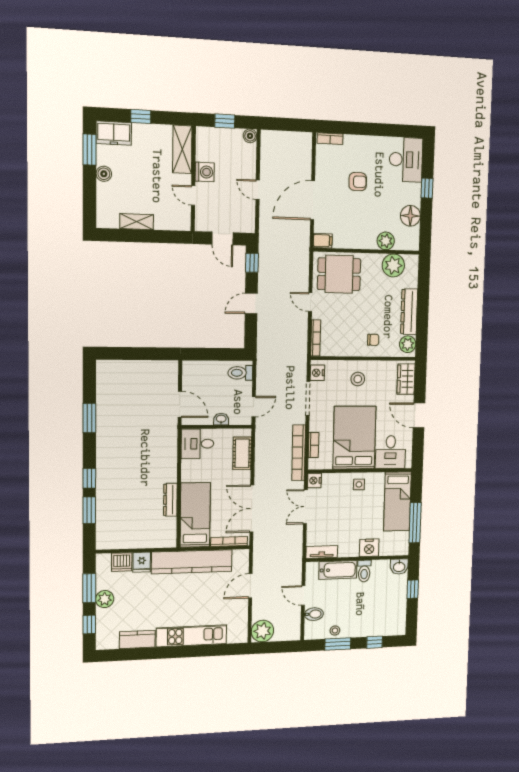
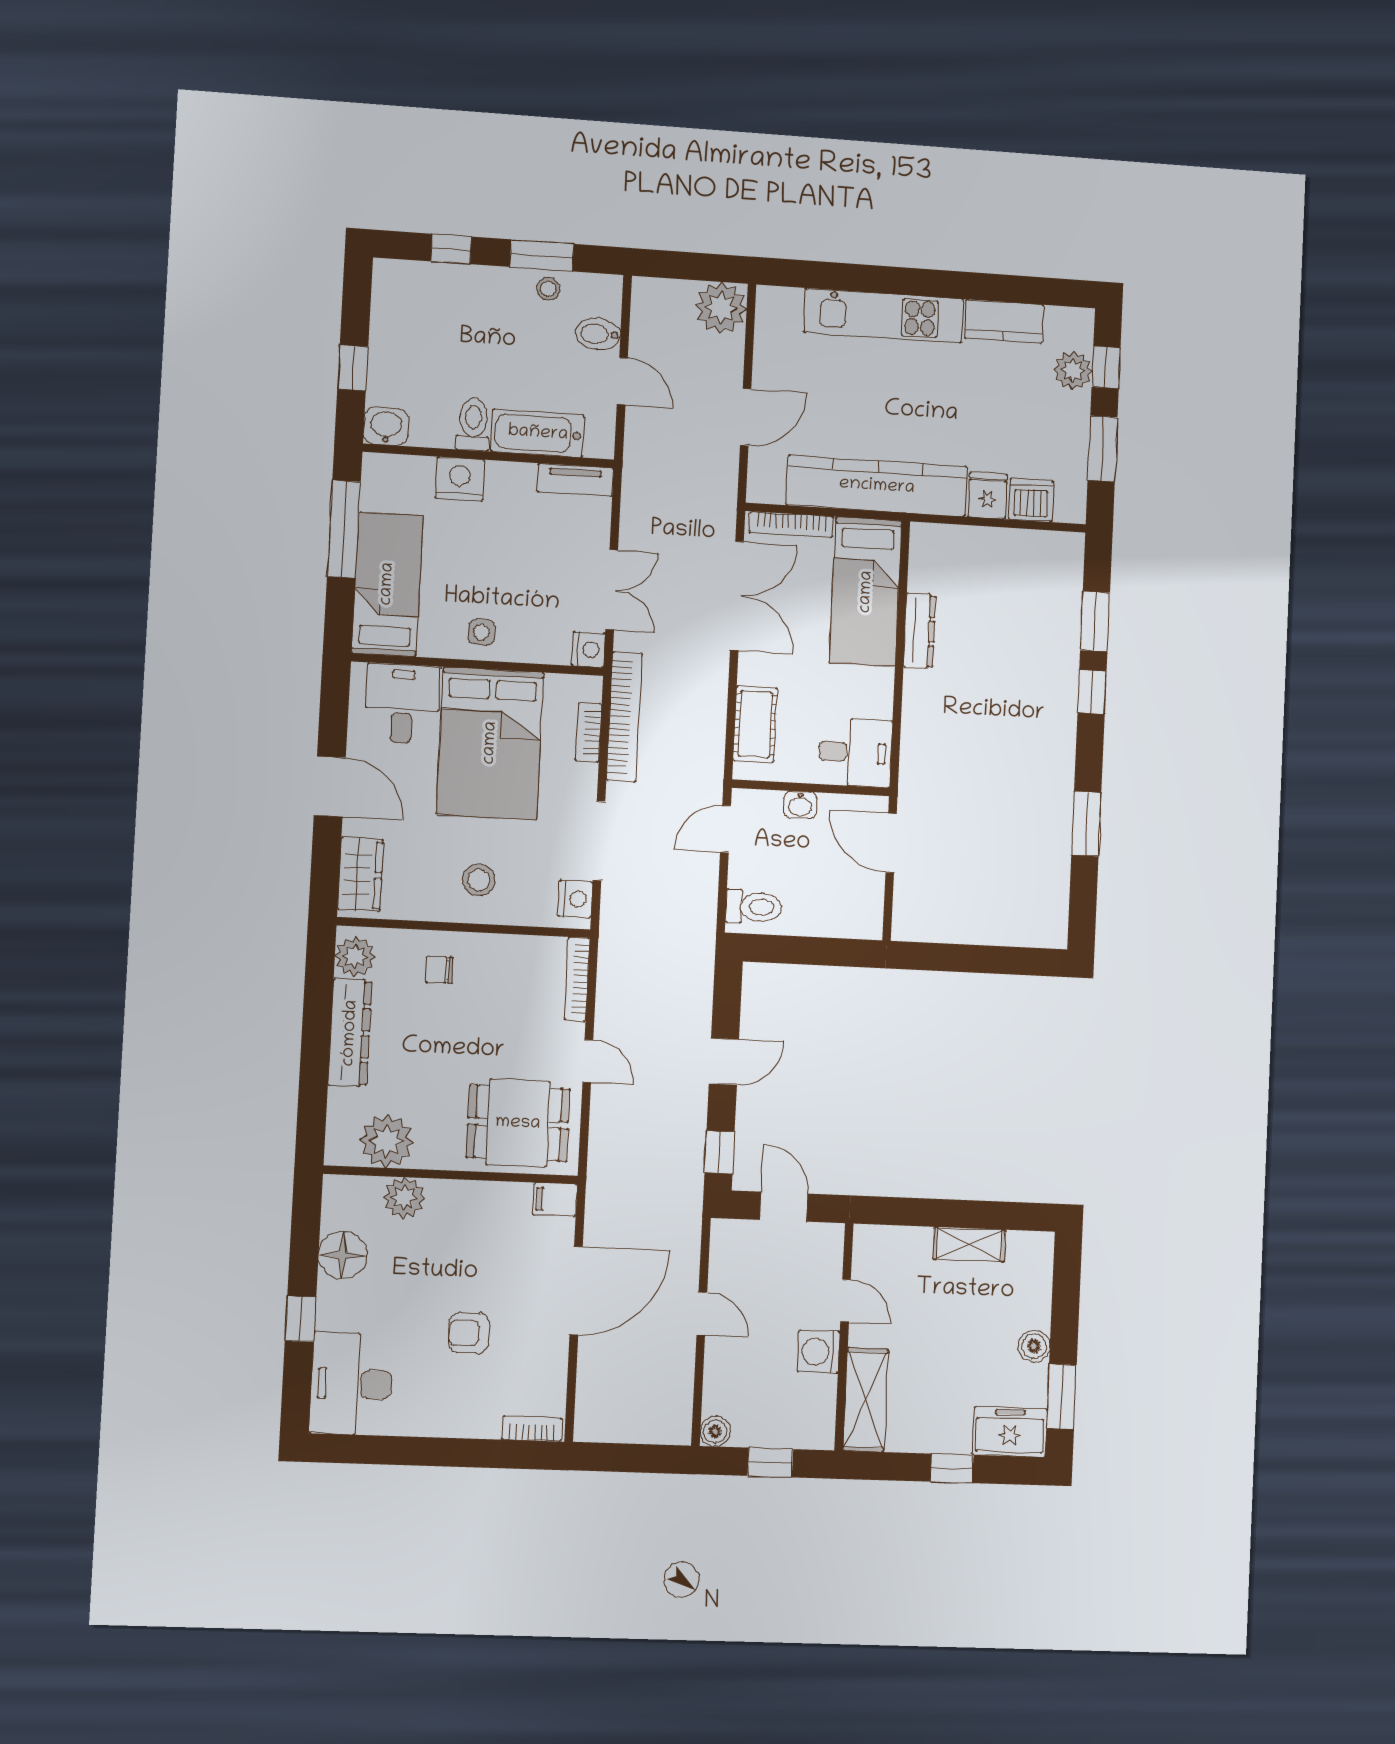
plant: (105, 599) -> (1073, 370), moved

